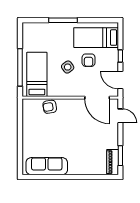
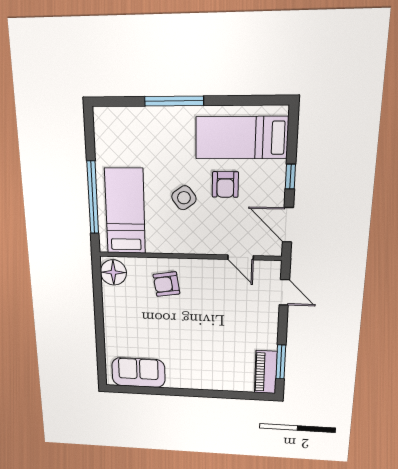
door: (97, 98) -> (241, 257), width x0.53
armchair: (50, 107) -> (166, 284), moved
floor lamp: (29, 108) -> (113, 272), added
sofa: (47, 166) -> (138, 373), width x0.73

